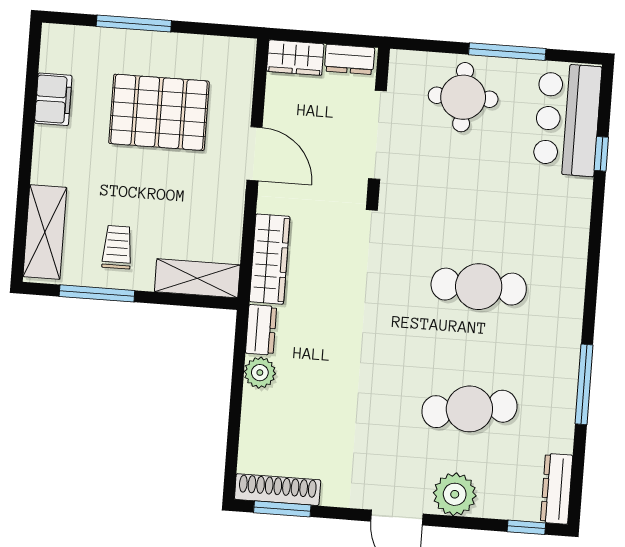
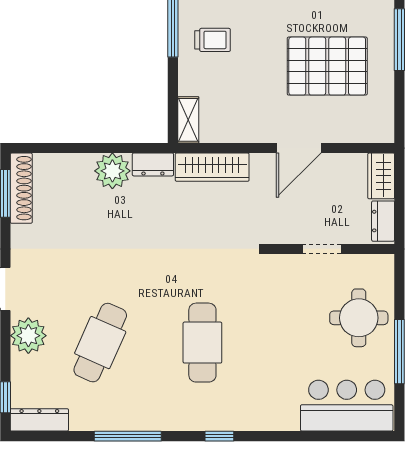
pallet: (159, 112) -> (327, 66), turned 90
doorway: (377, 135) -> (322, 249), width x0.53
window: (601, 154) -> (219, 436), moved
shelving: (197, 278) -> (188, 120), width x0.67, depth x0.75
plant: (260, 373) -> (112, 171), width x1.36, depth x1.36
cafe table: (469, 409) -> (100, 343), turned 33

